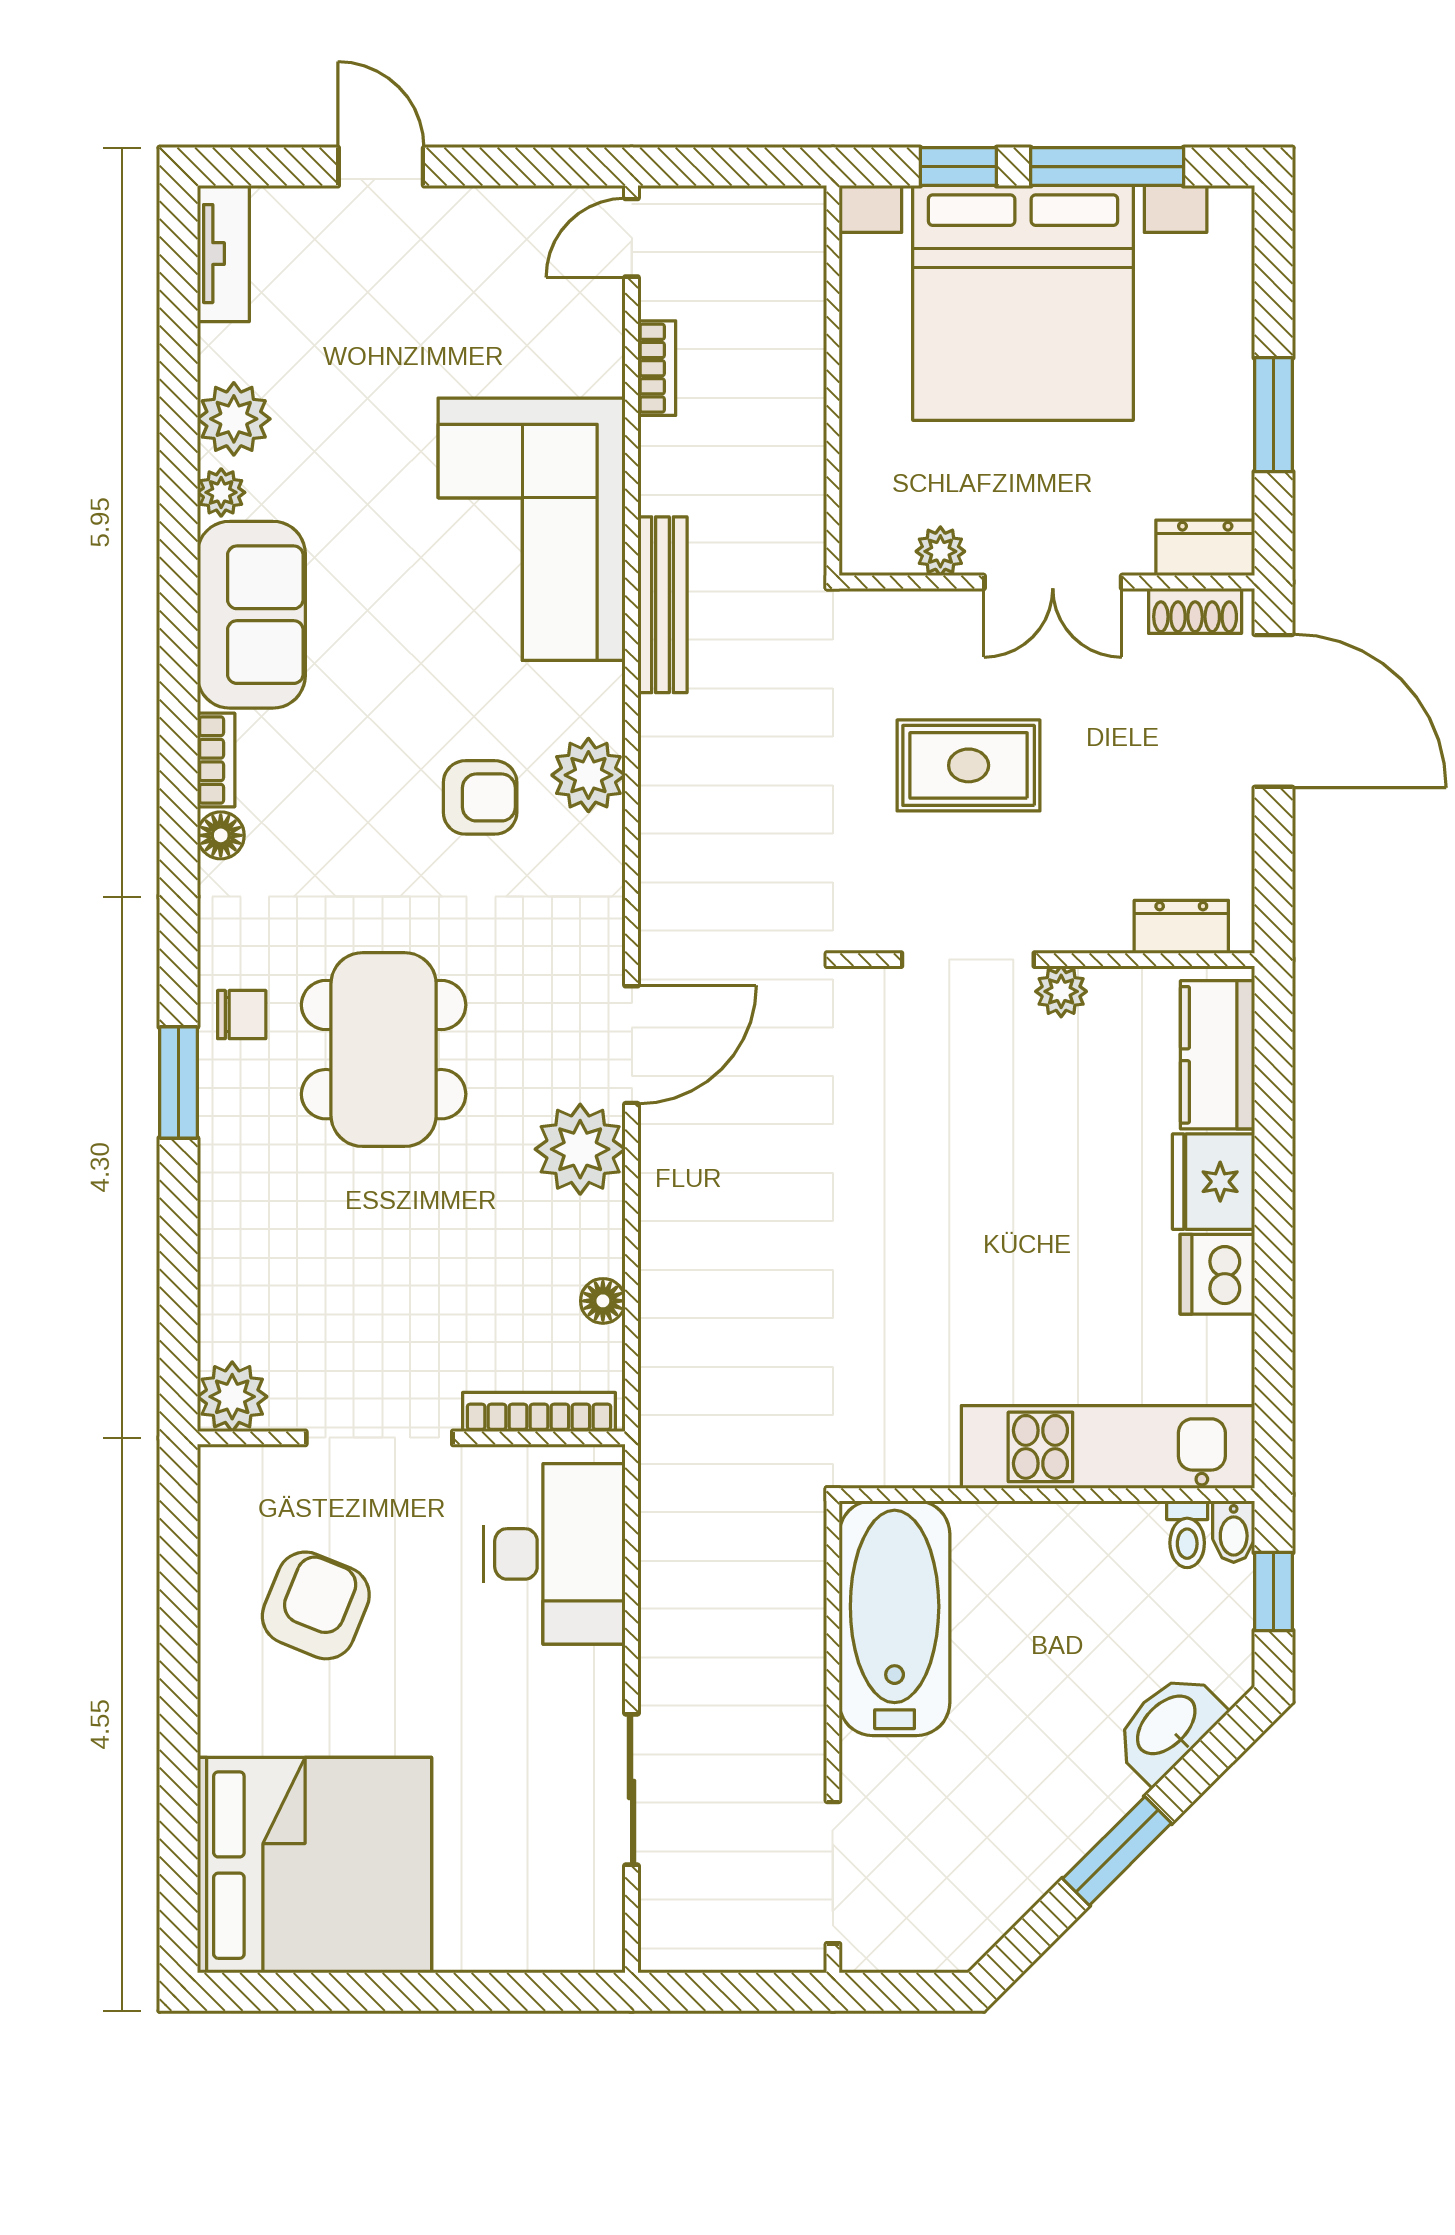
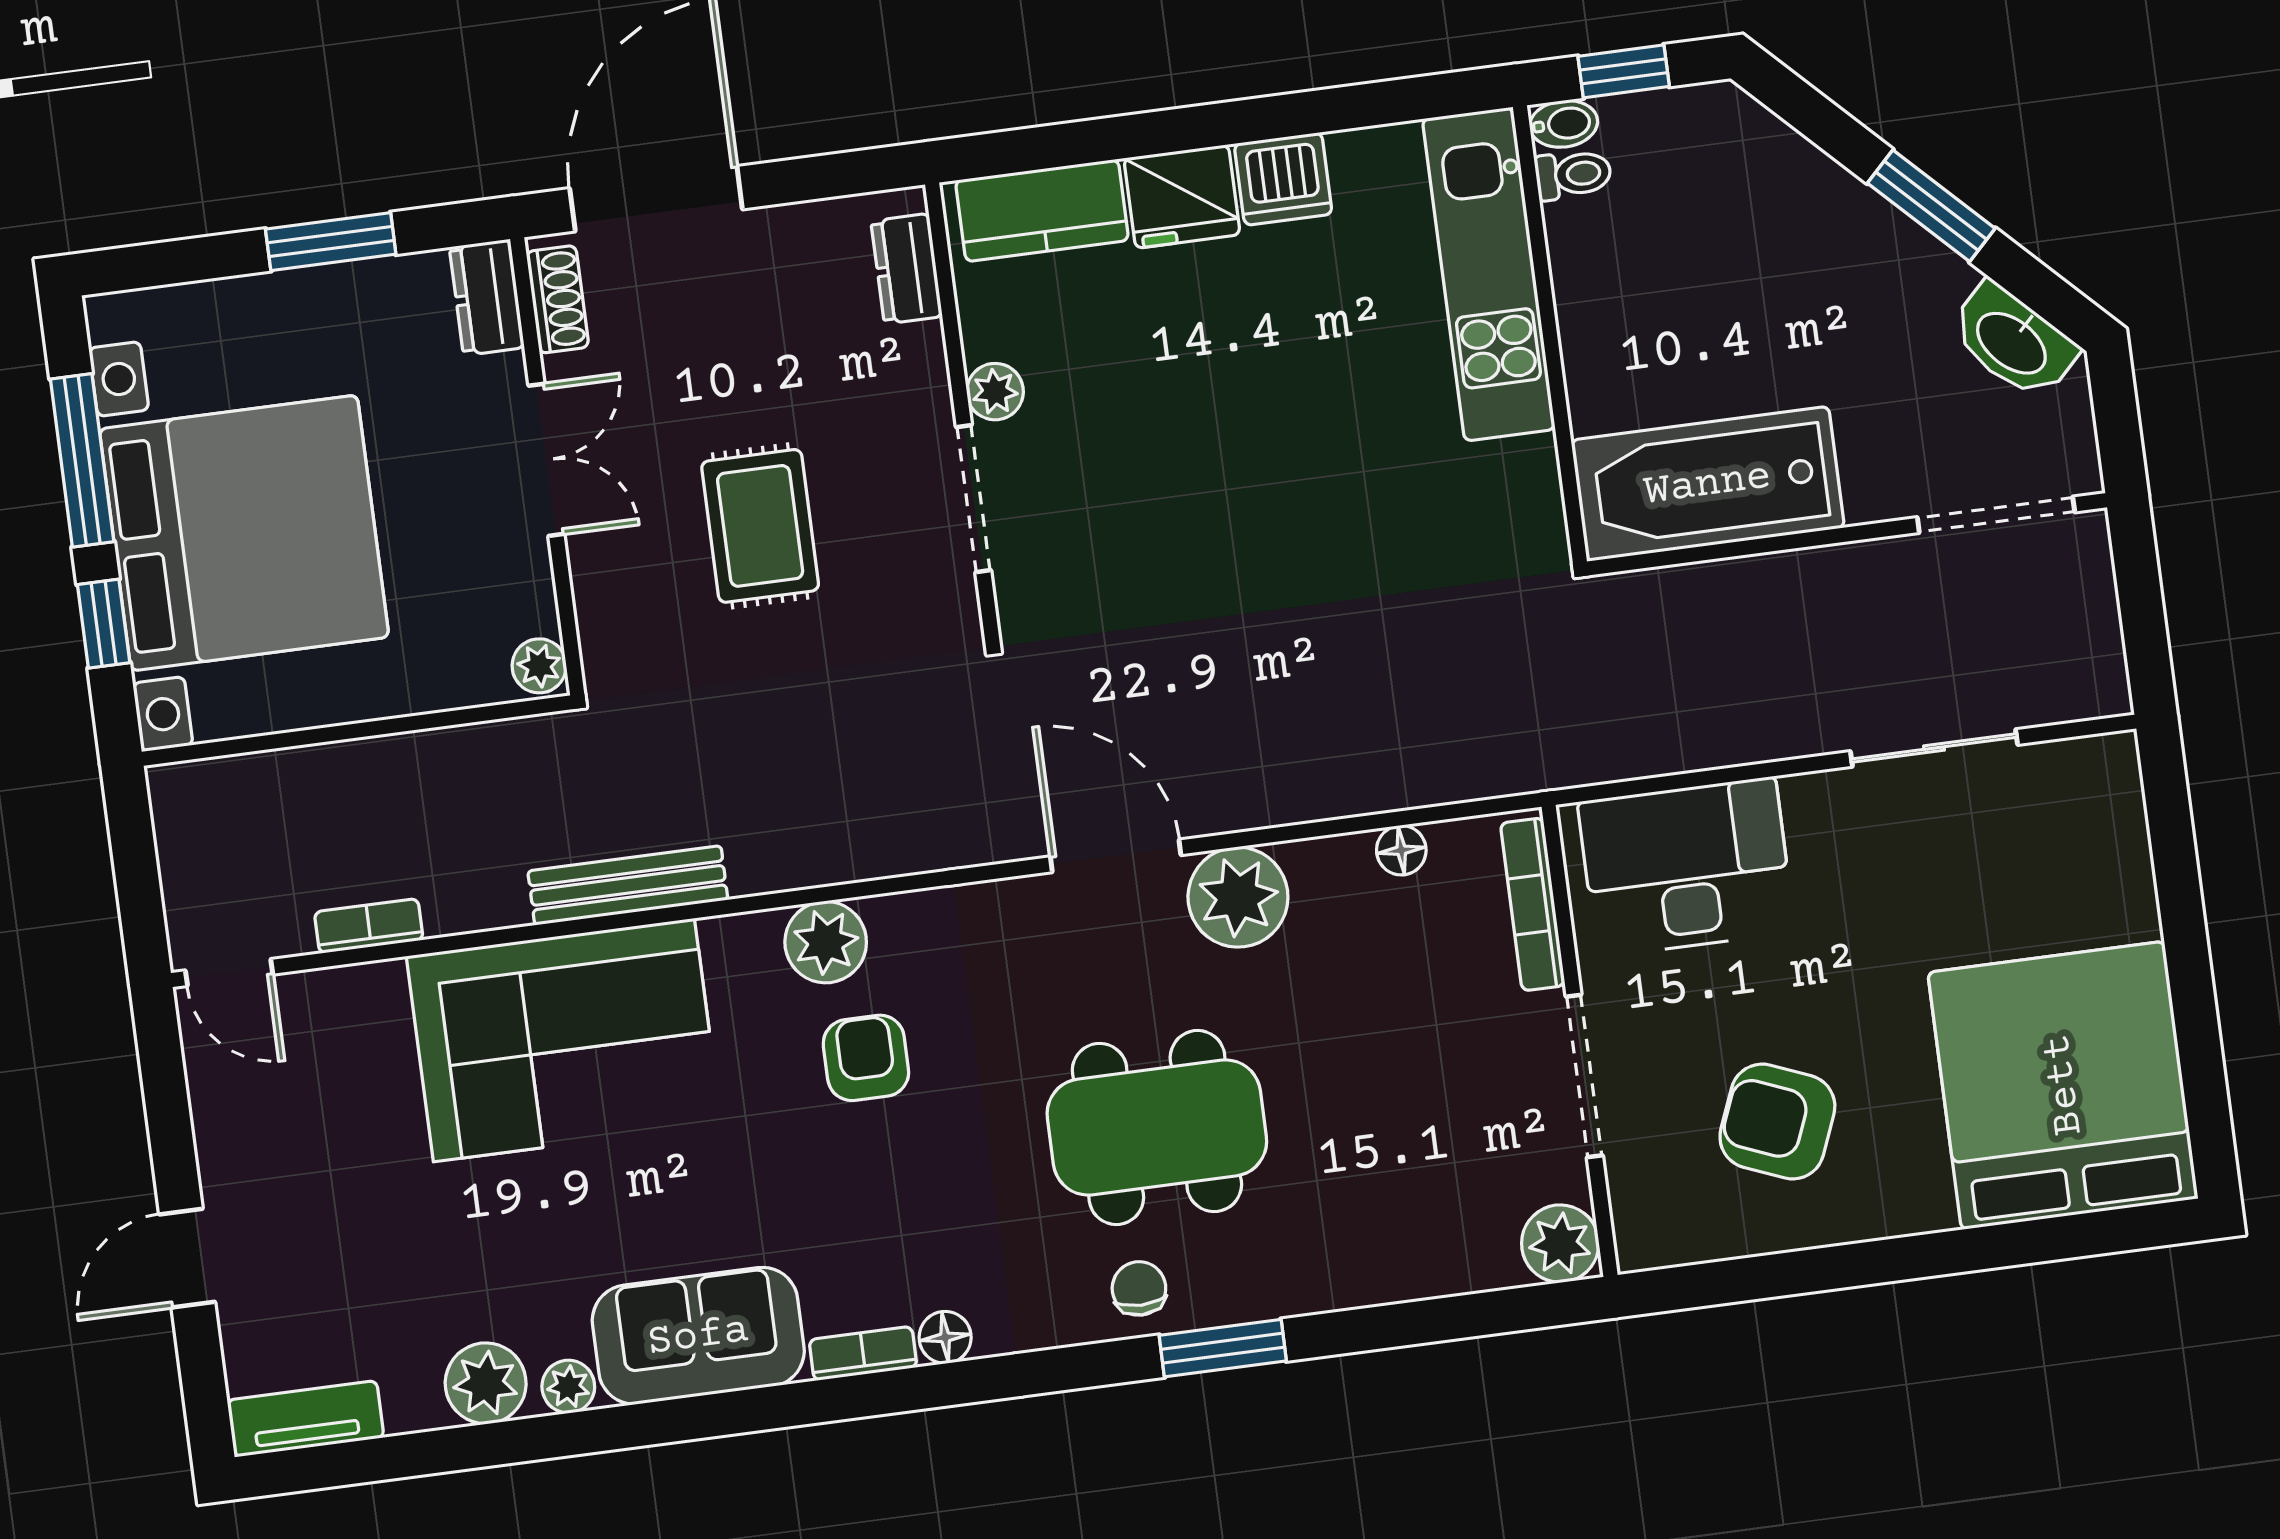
plant: (940, 551) -> (539, 666), moved
washbasin: (1168, 1726) -> (2013, 341), moved

